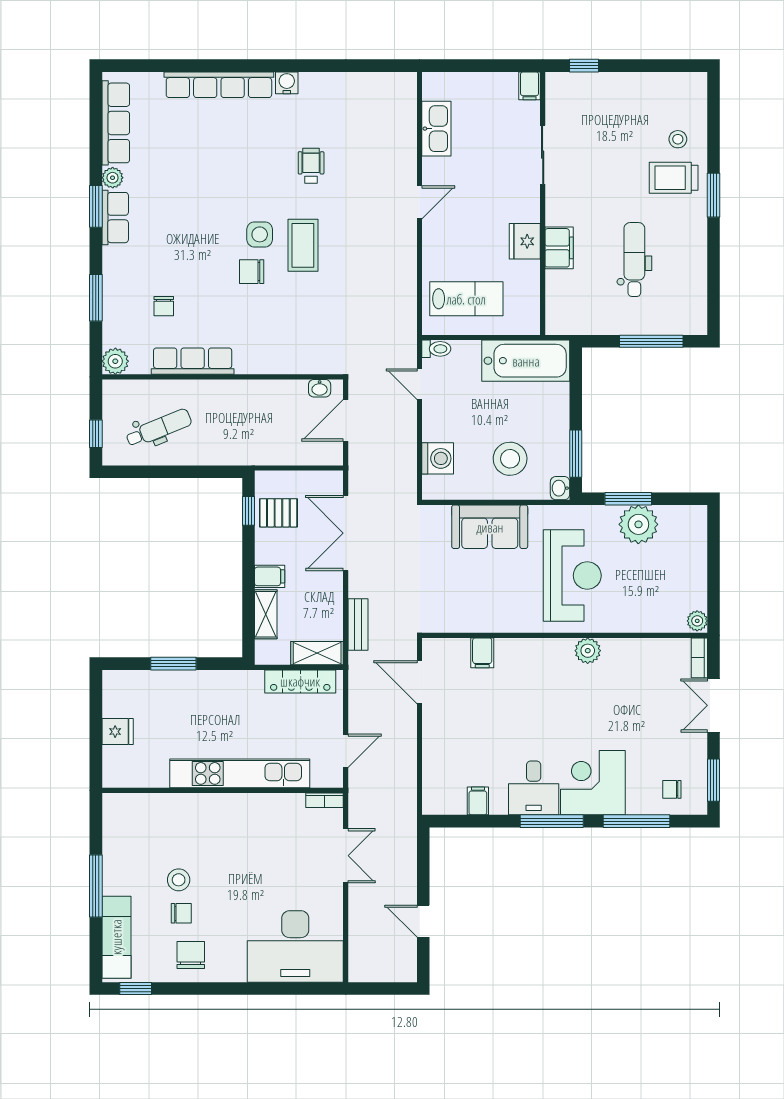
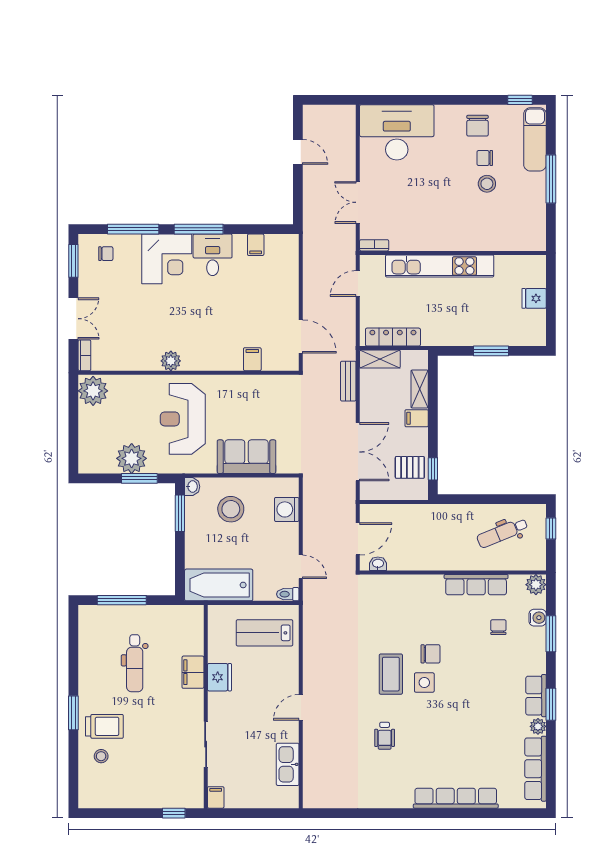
water cooler: (287, 83) -> (538, 618), moved, turned -90
plant: (697, 621) -> (93, 391), width x1.88, depth x1.88

